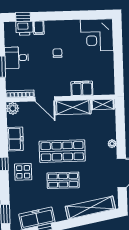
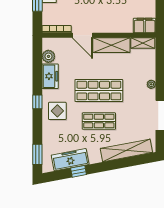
filing cabinet: (82, 88) -> (145, 26), moved
plant: (13, 108) -> (48, 56), moved

